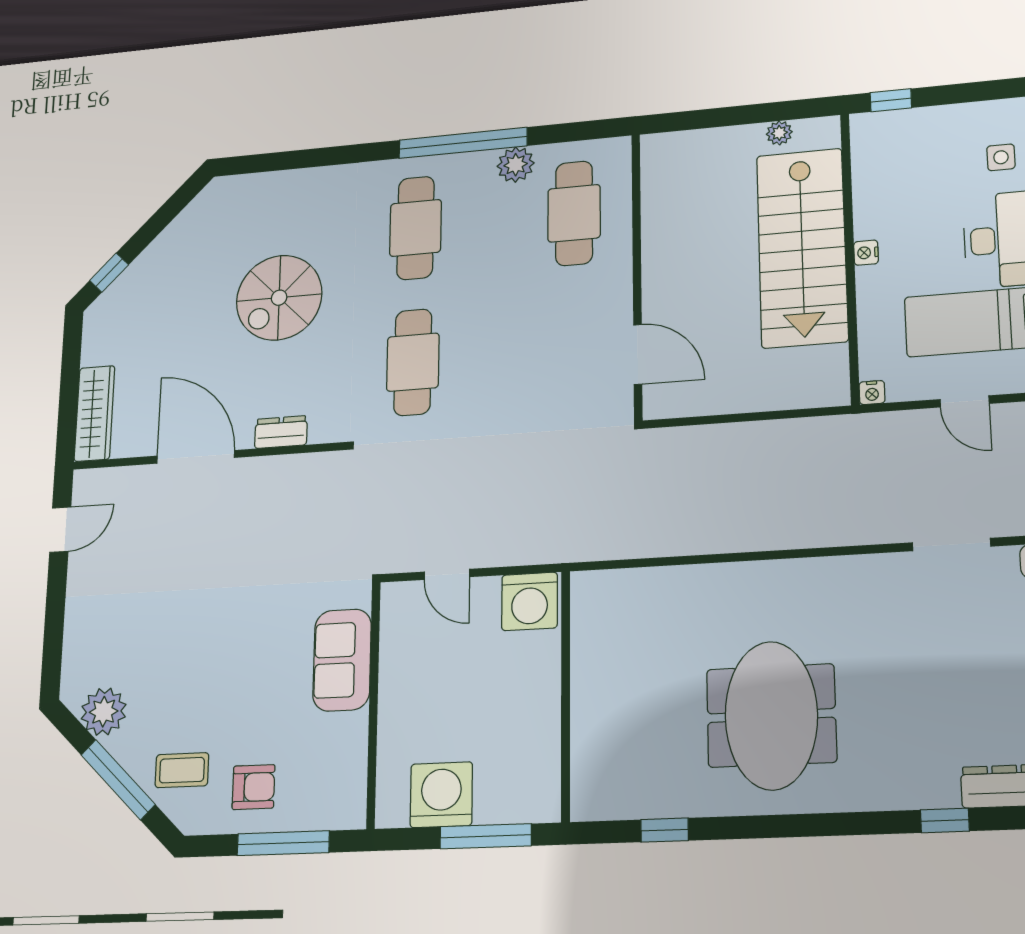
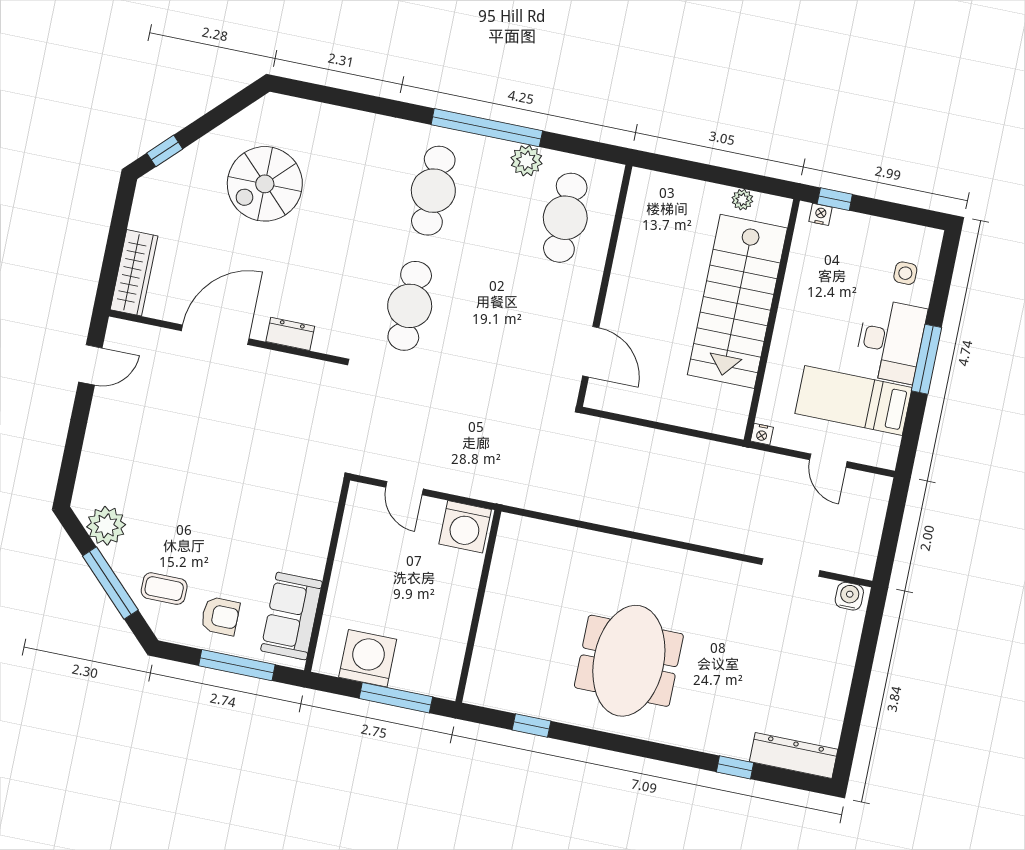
nightstand: (866, 253) -> (821, 214), moved, turned 90
spiral stairs: (279, 298) -> (265, 184), moved
door: (196, 457) -> (215, 335), hinge flipped
sofa: (342, 660) -> (292, 616), moved

